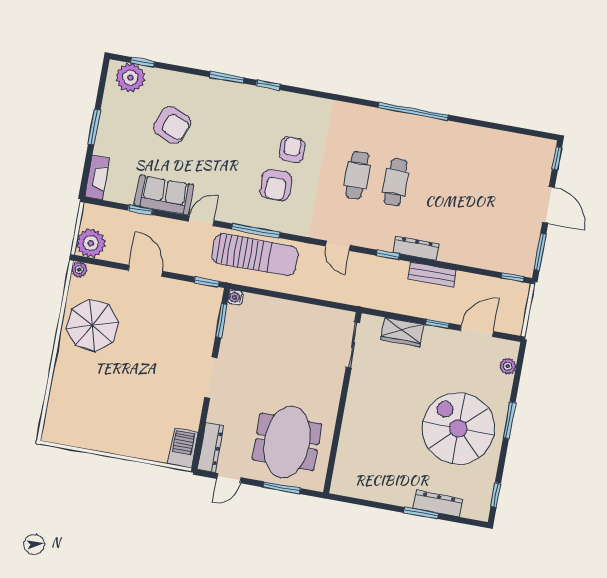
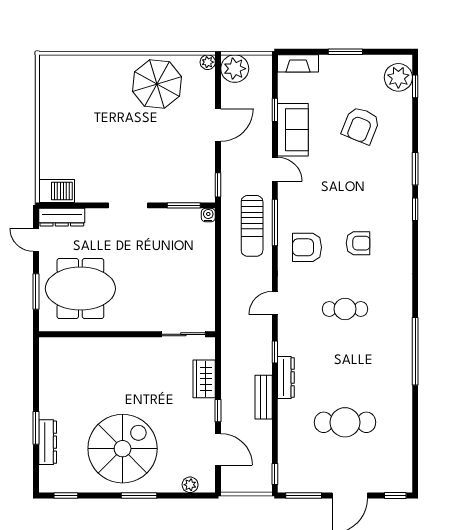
cafe table: (396, 182) -> (345, 422), moved, width x1.37, depth x1.35
armchair: (276, 185) -> (307, 247), moved
sun lounger: (255, 255) -> (252, 226), width x0.73, depth x0.75

